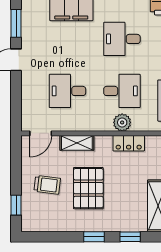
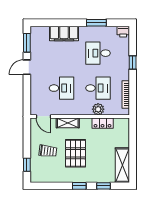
desk: (67, 91) -> (61, 88), turned 180
door: (41, 133) -> (43, 116), hinge flipped

